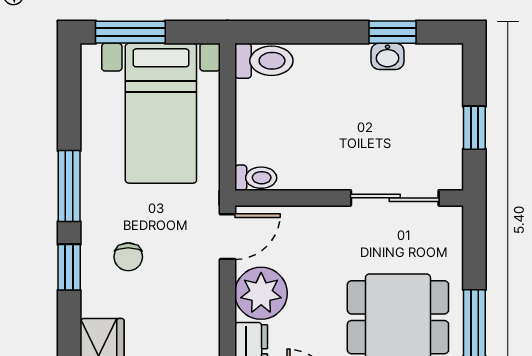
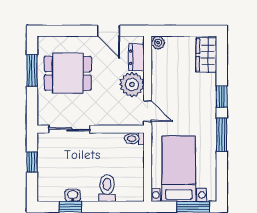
toilet: (264, 61) -> (107, 188), moved, turned 90
door: (228, 237) -> (148, 111), swing flipped
chair: (128, 257) -> (194, 102), removed

